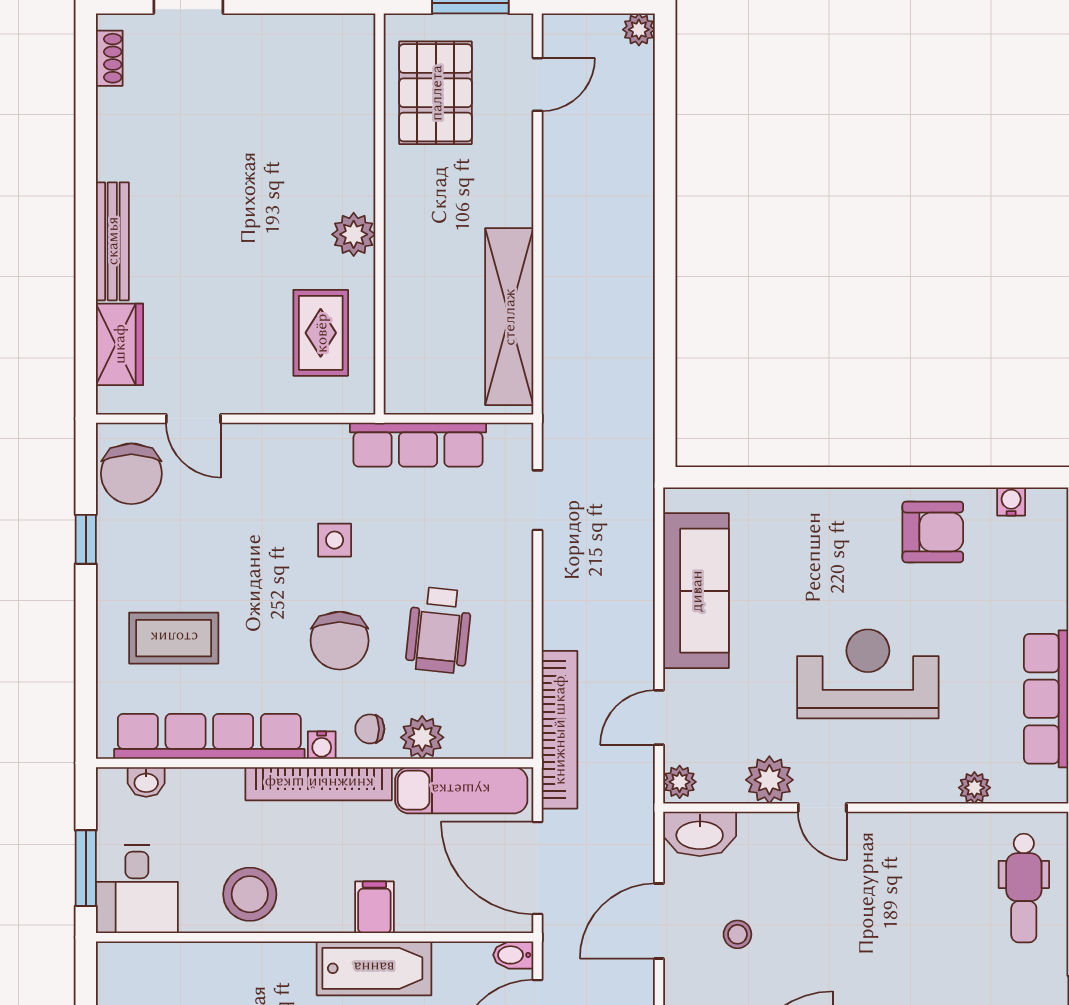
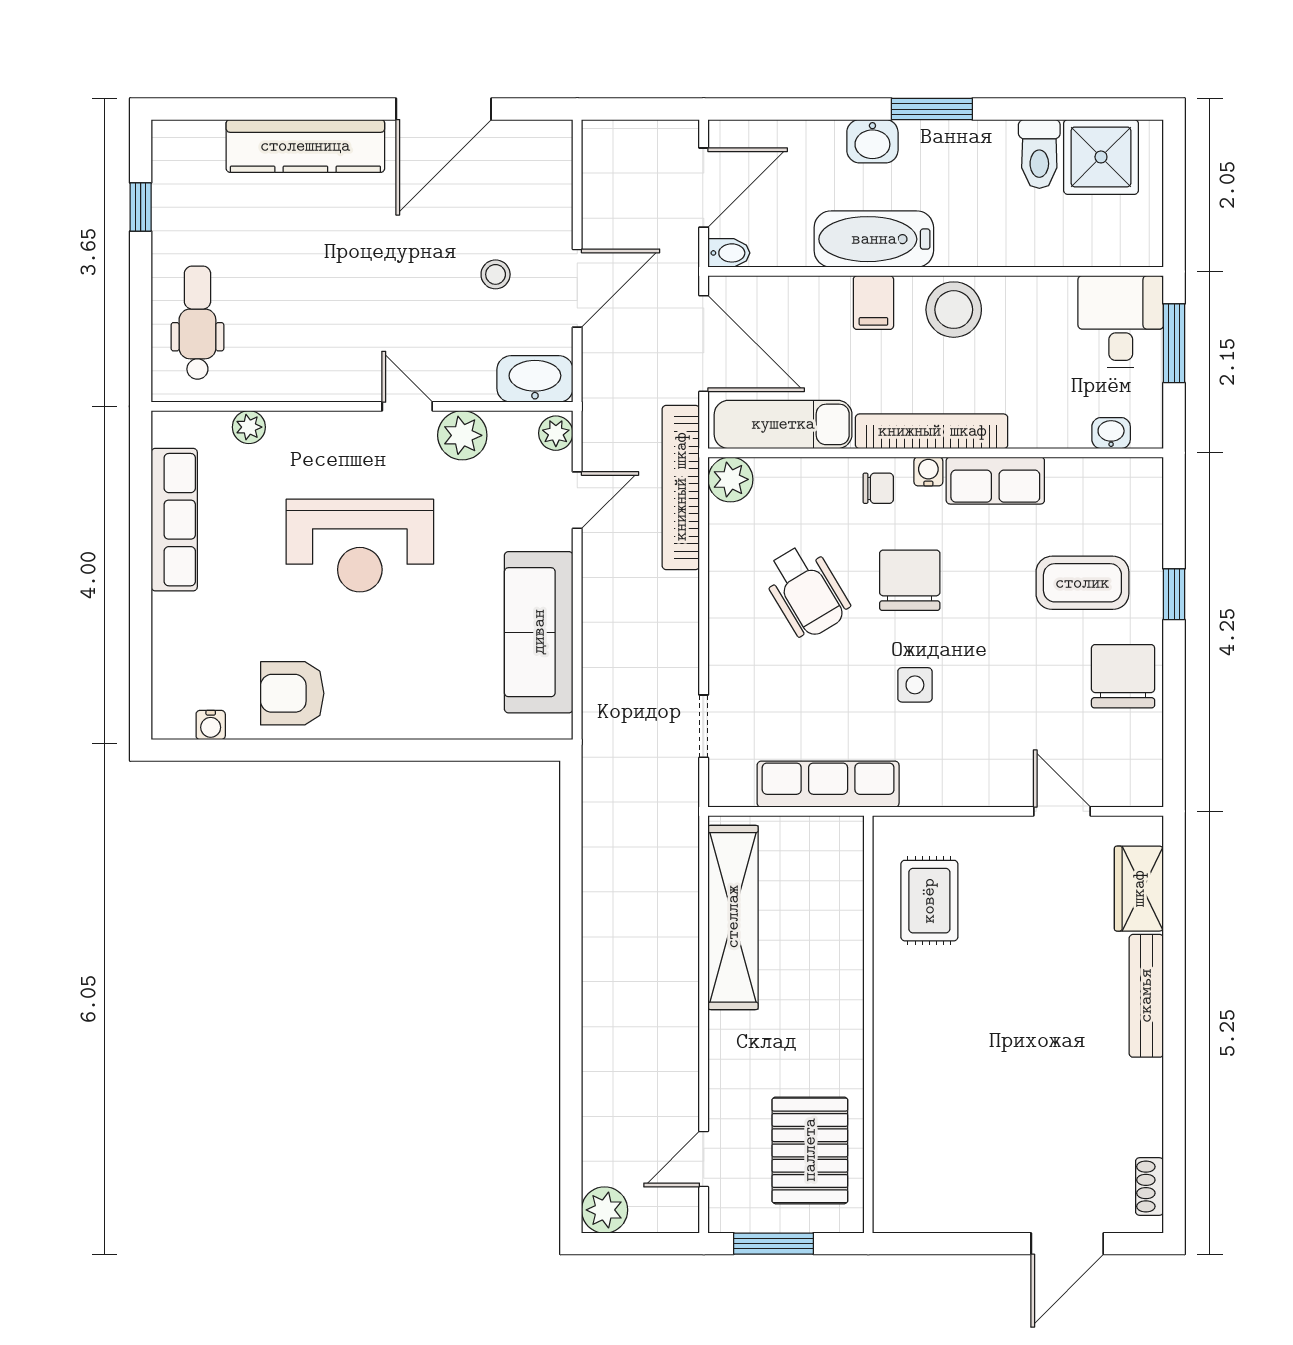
plant: (639, 30) -> (605, 1210), width x1.38, depth x1.38
plant: (354, 234) -> (895, 1003), removed
chair: (131, 474) -> (1123, 676), moved
window: (86, 539) -> (1174, 594), moved
wheelchair: (439, 630) -> (806, 591), turned 143
row of seats: (209, 736) -> (995, 481), width x0.50
plant: (422, 737) -> (730, 479), moved
stool: (250, 894) -> (954, 310), moved

